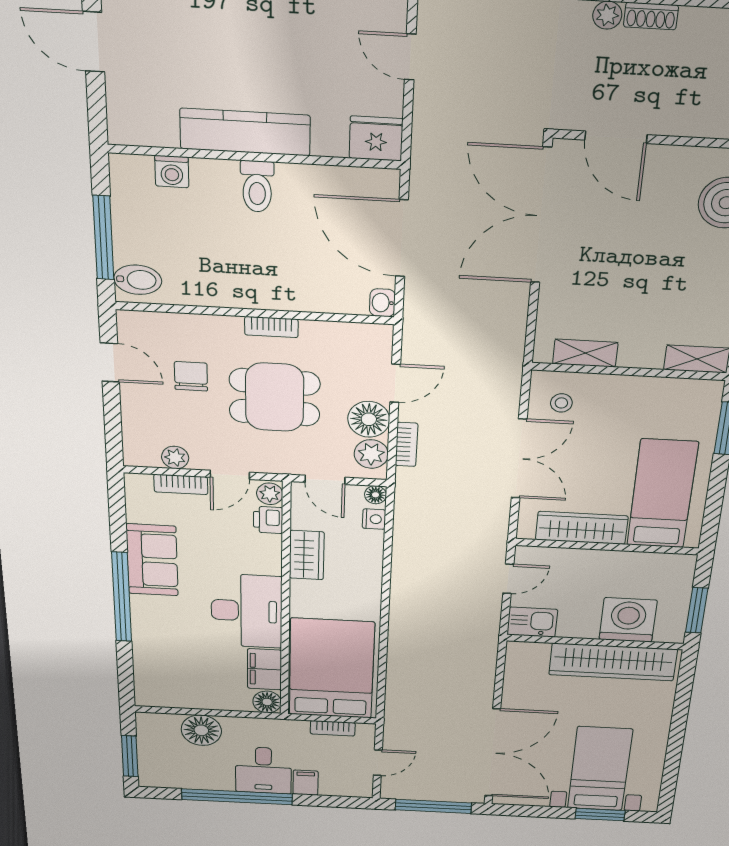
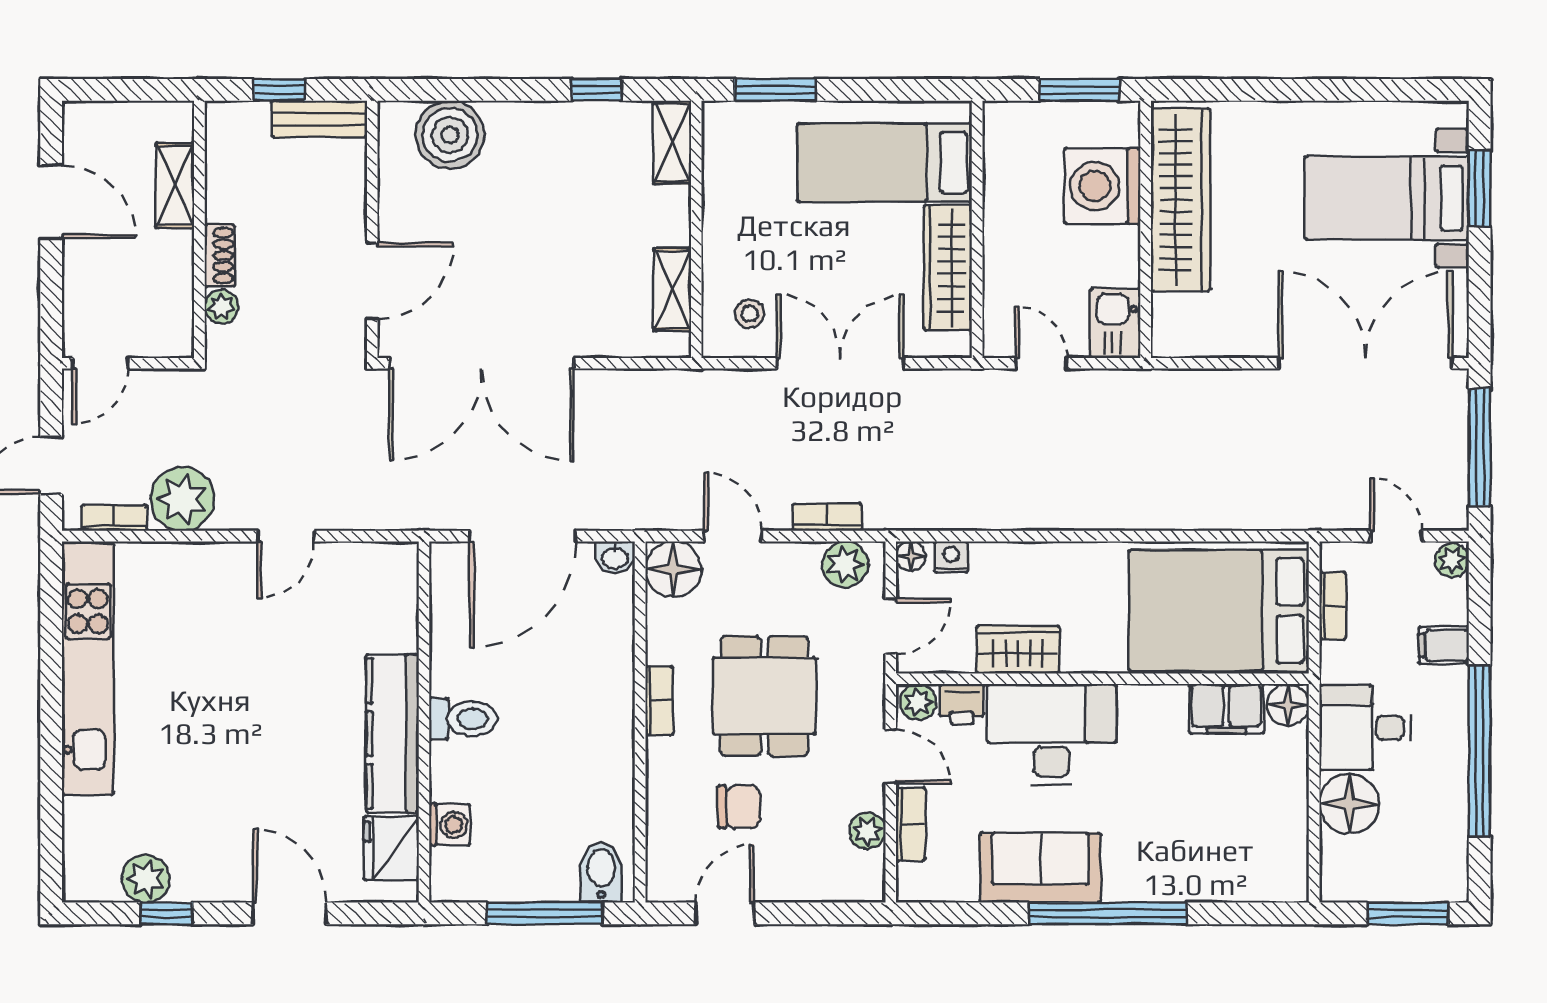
door: (94, 42) -> (290, 913), swing flipped
fridge: (376, 139) -> (391, 848), moved
chair: (191, 376) -> (739, 807), turned 180
floor lamp: (369, 419) -> (673, 569), moved
desk: (247, 611) -> (1052, 734), moved
desk: (263, 770) -> (1365, 728), moved, turned 180
plant: (361, 789) -> (1452, 560), added

